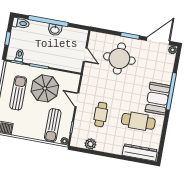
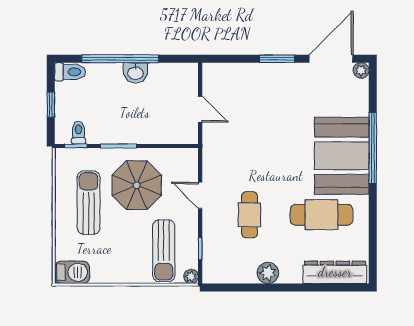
round table: (119, 59) -> (265, 104), removed
booth: (158, 99) -> (342, 156), width x1.36, depth x1.42
plant: (90, 144) -> (268, 273), moved

